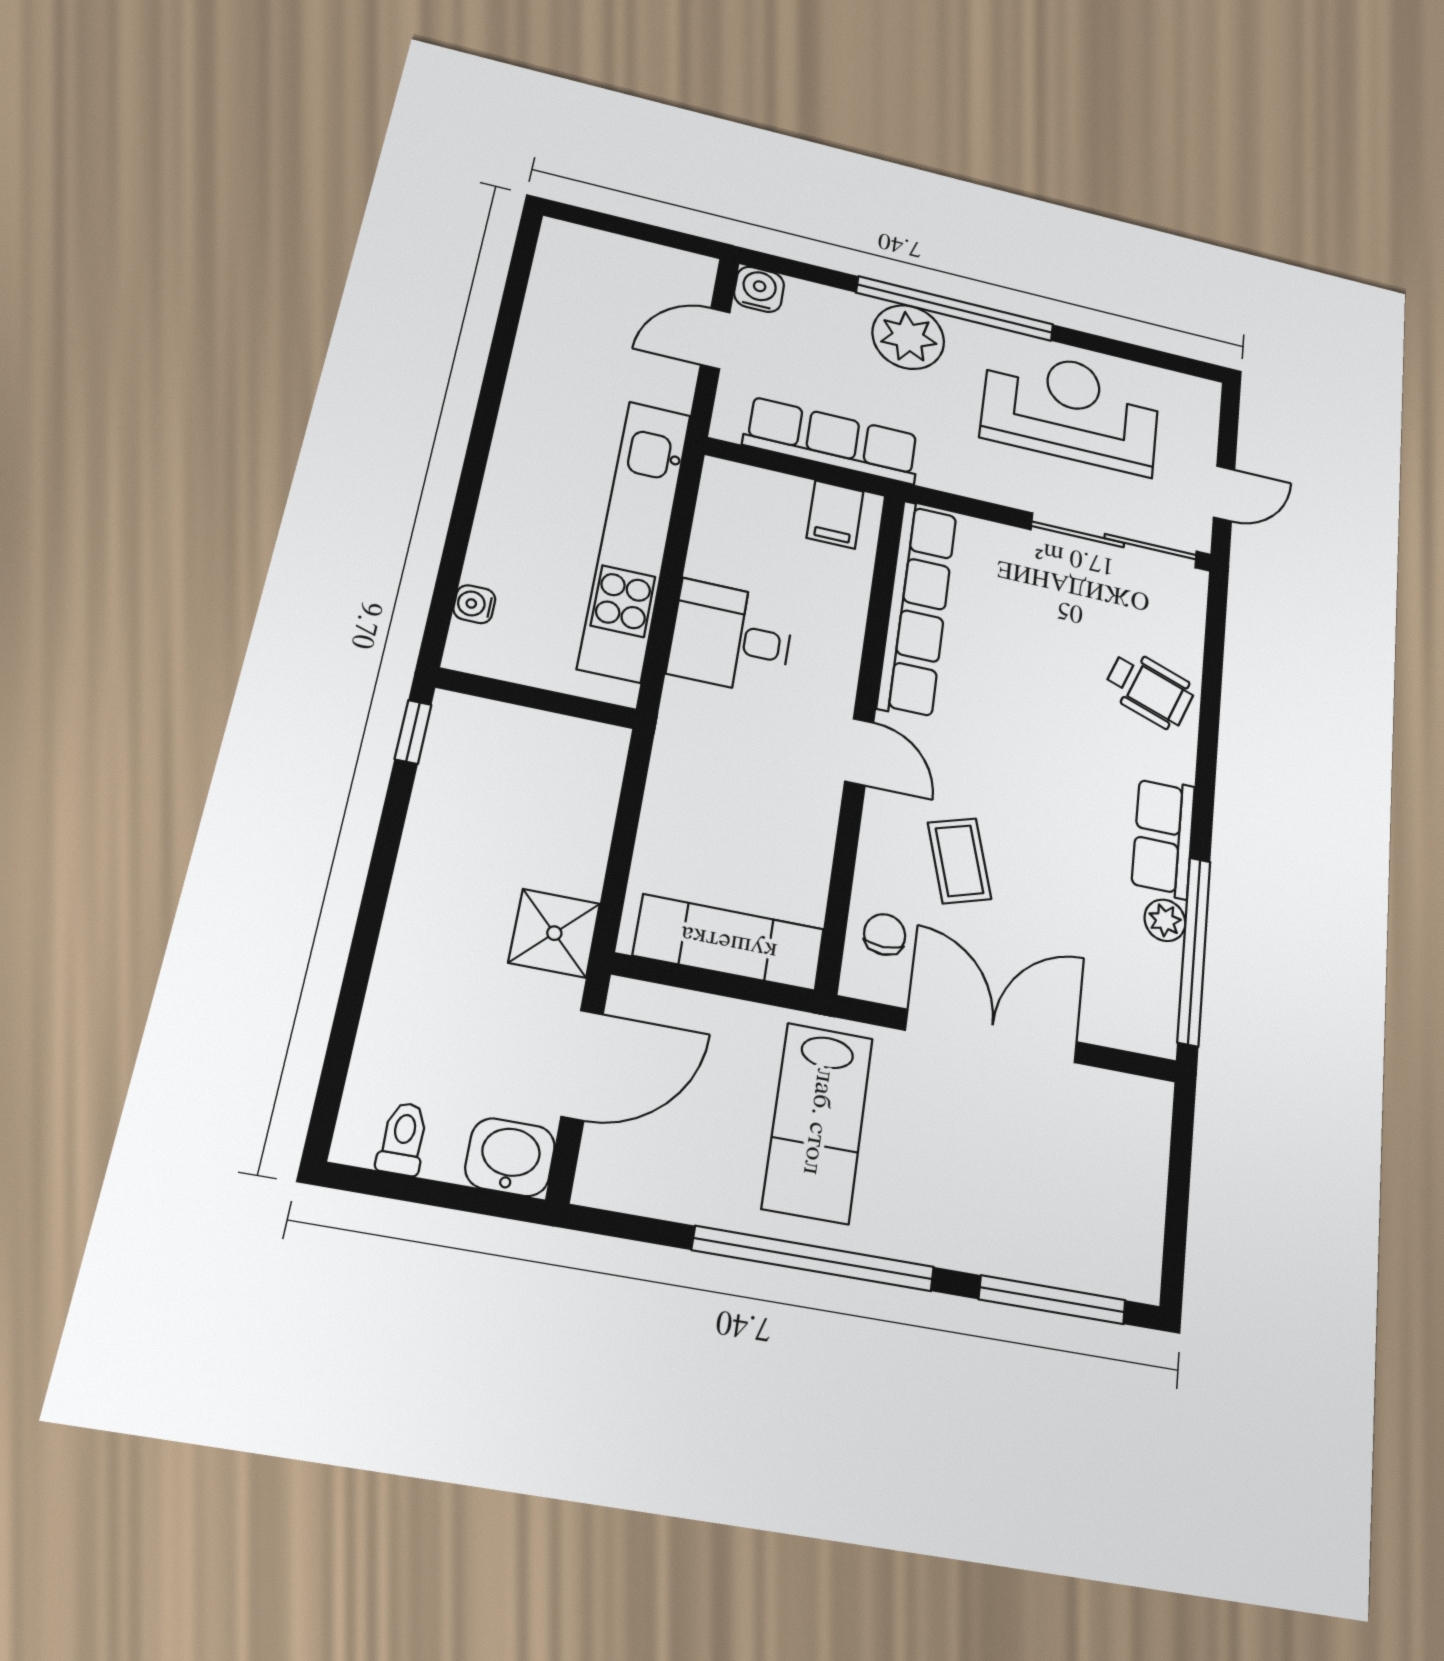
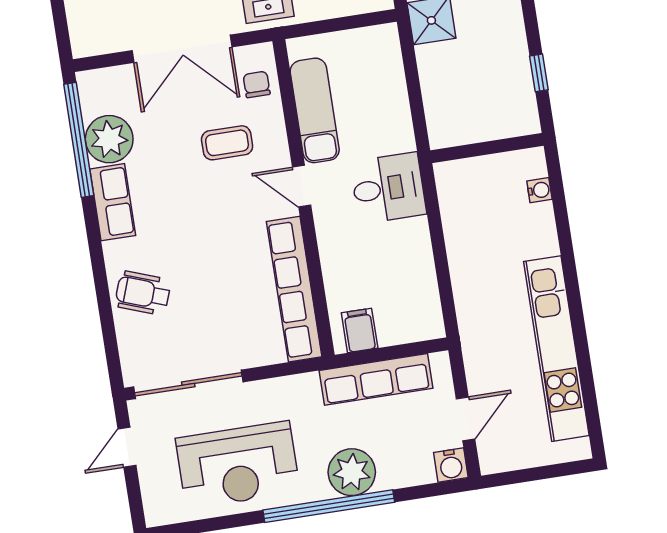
kitchen unit: (635, 539) -> (556, 349), moved, turned 180
desk: (731, 637) -> (388, 188), moved
window: (413, 732) -> (539, 73), moved
coffee table: (959, 861) -> (227, 143), turned -73
plant: (1165, 920) -> (109, 139), width x1.88, depth x1.88
chair: (885, 934) -> (257, 84), turned 180
exam couch: (729, 942) -> (315, 110), moved, turned -90

